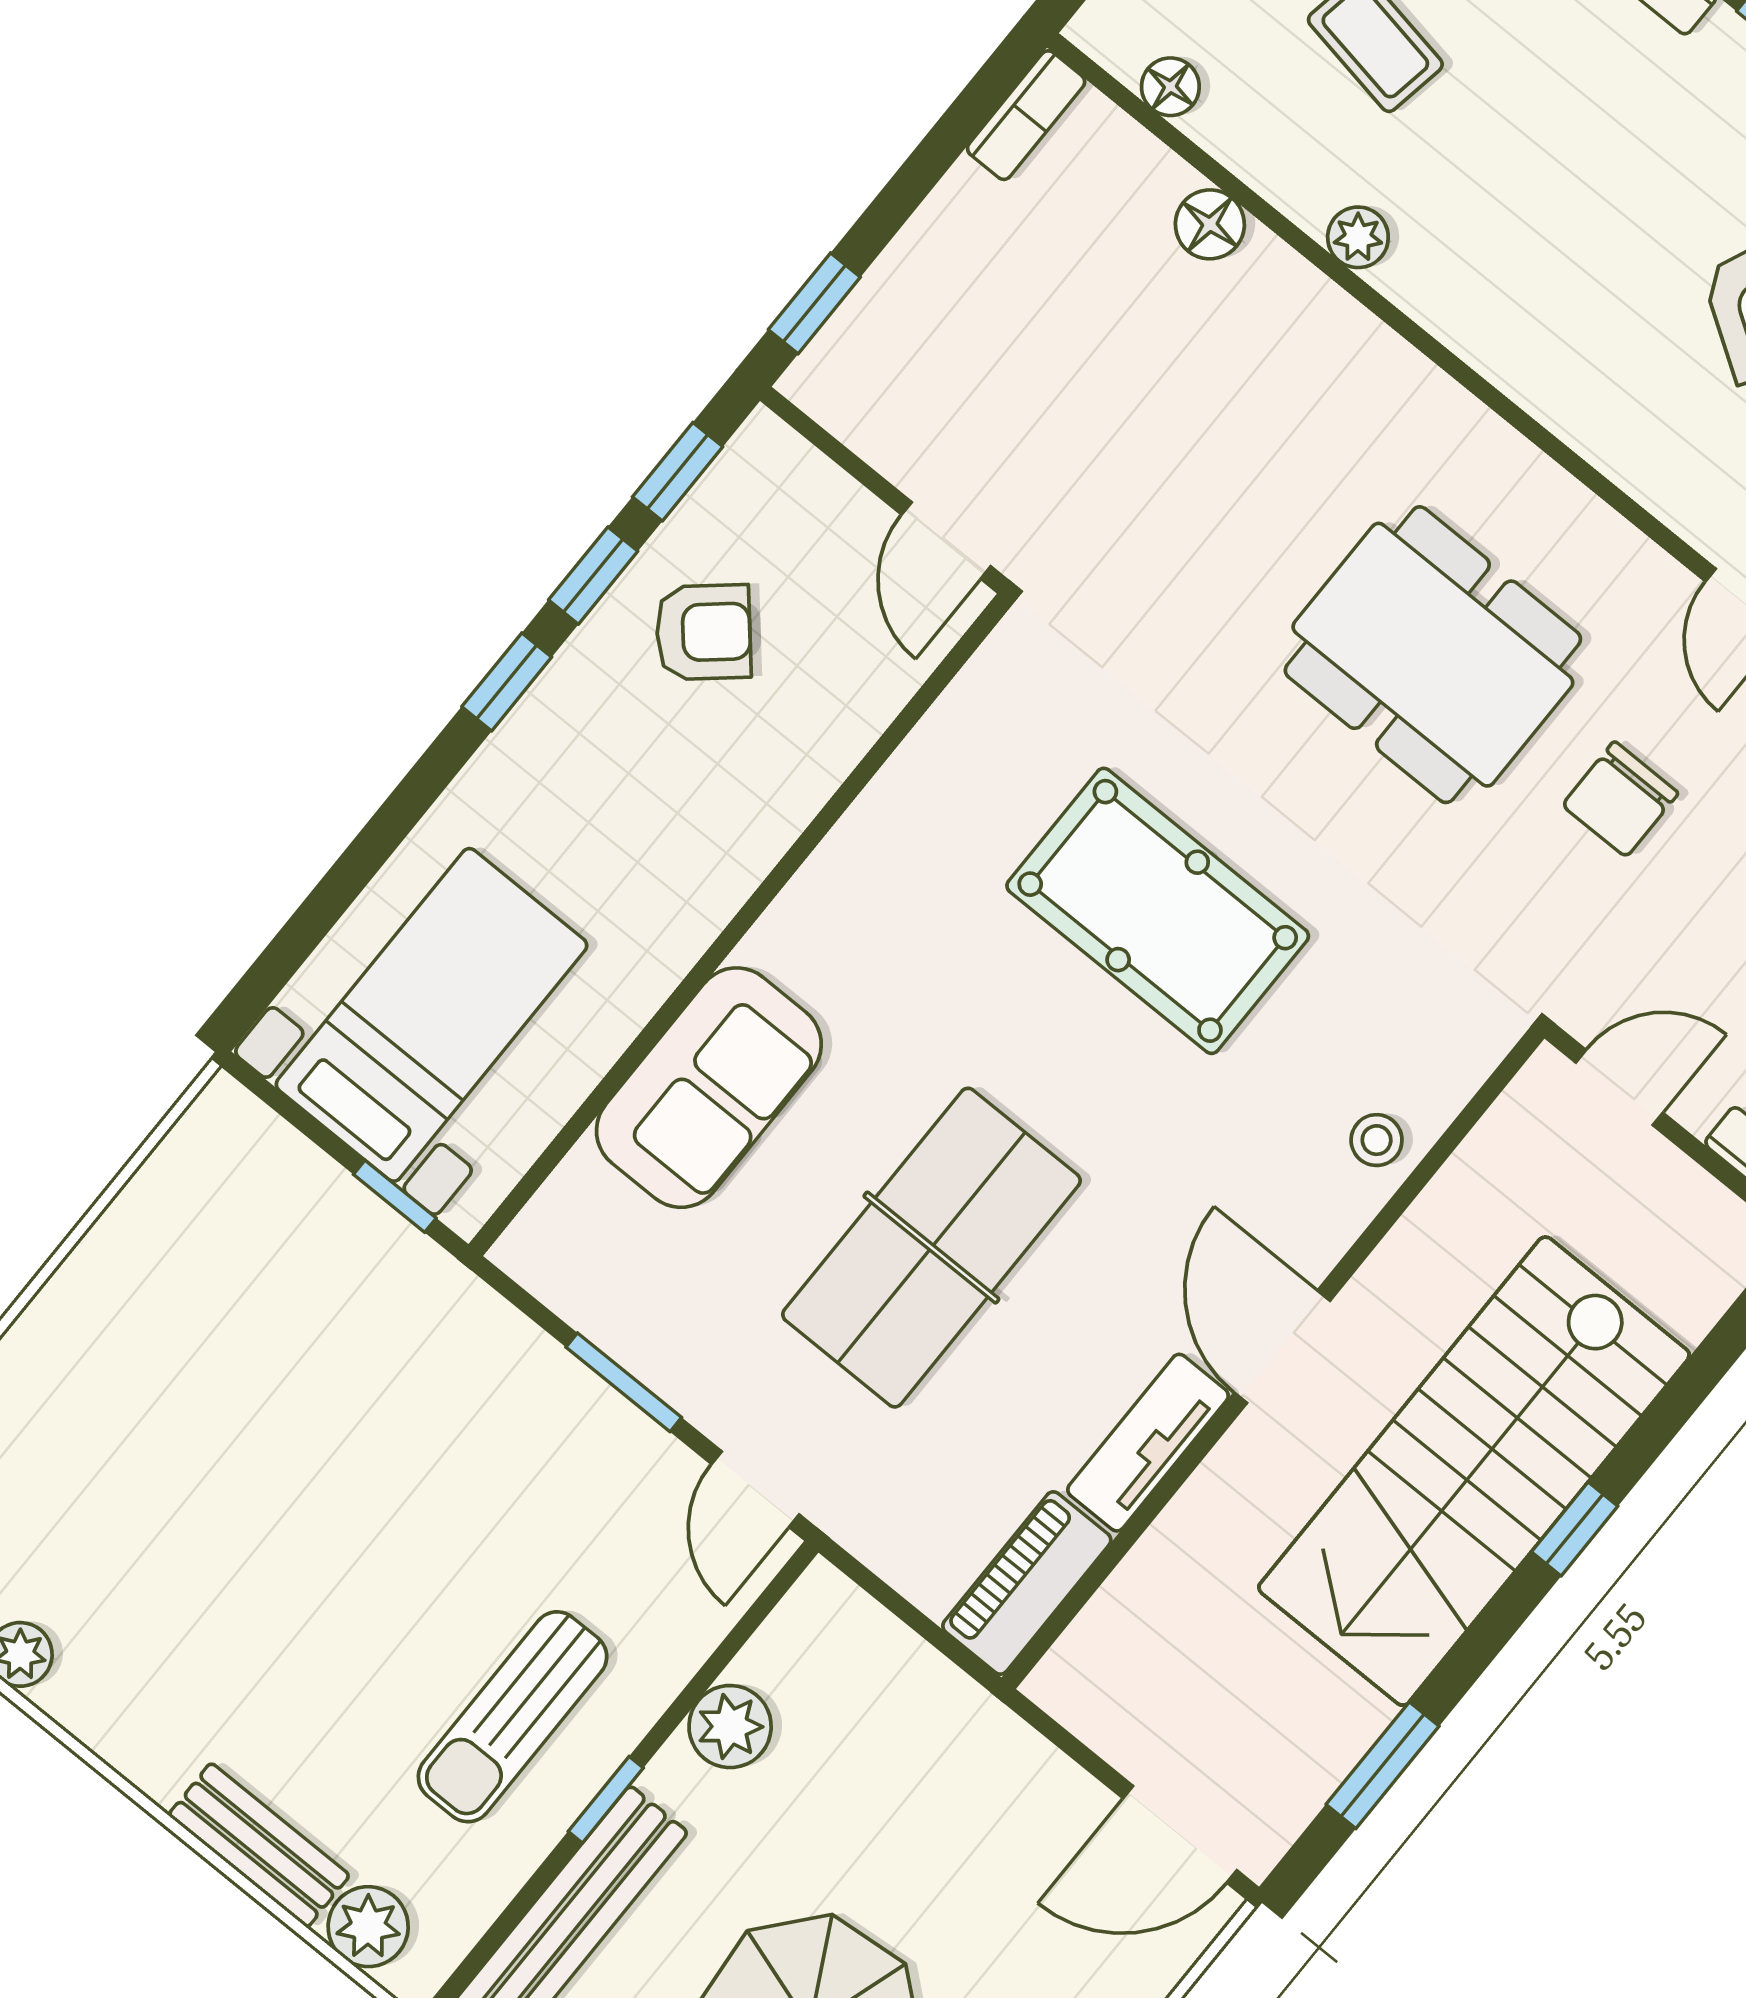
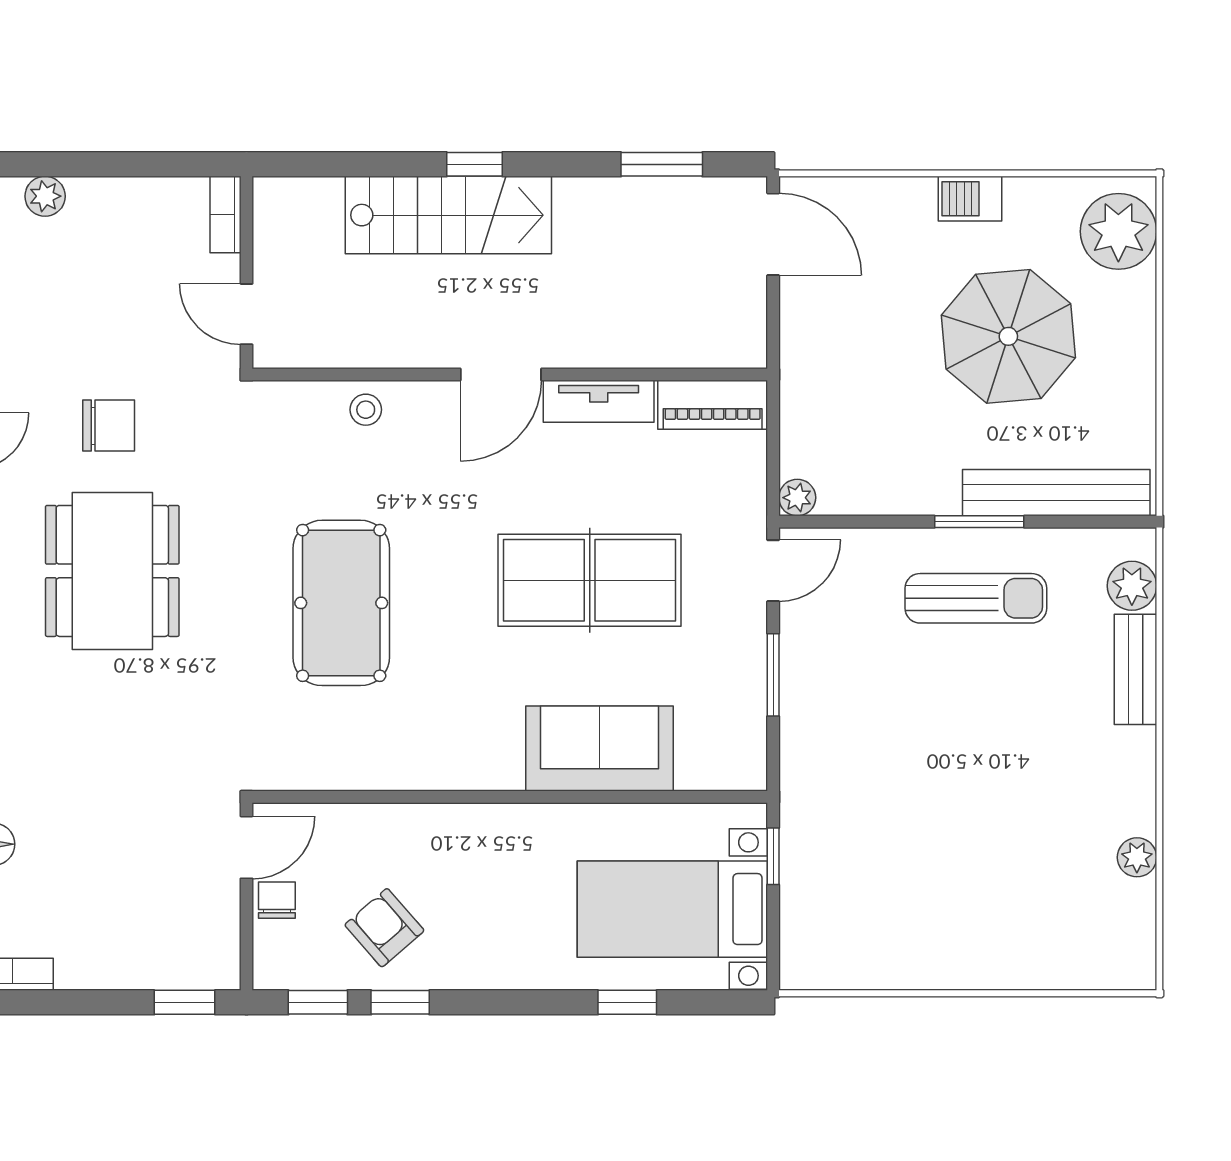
chair: (848, 525) -> (277, 900), added
window: (507, 682) -> (627, 1002), moved
stairs: (1474, 1471) -> (448, 215), width x0.73, depth x0.66
plant: (730, 1727) -> (797, 498), moved, width x0.73, depth x0.73
window: (606, 1800) -> (979, 522), width x1.50

